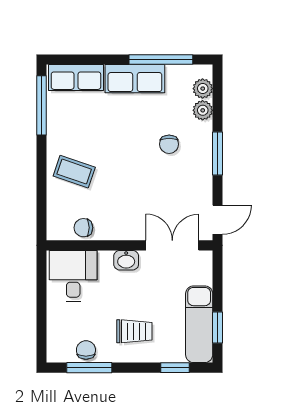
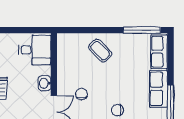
coffee table: (74, 172) -> (100, 51), turned -64
chair: (83, 228) -> (81, 94), moved

